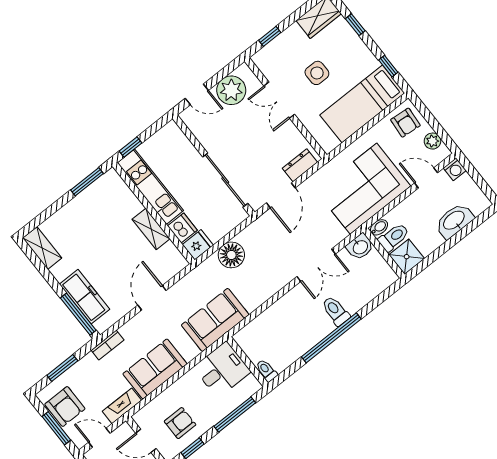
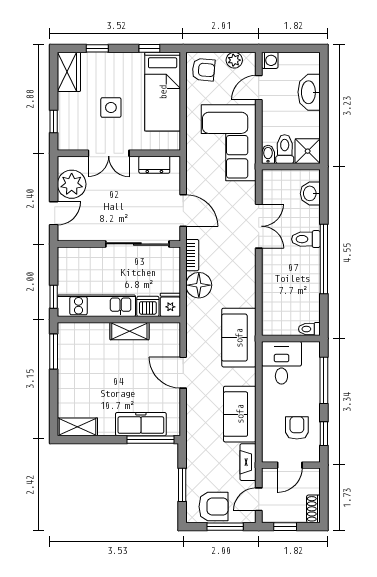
dresser: (300, 165) -> (154, 165), moved, turned -90
washbasin: (360, 247) -> (310, 193), moved, turned 180
bookcase: (108, 345) -> (192, 255), moved

